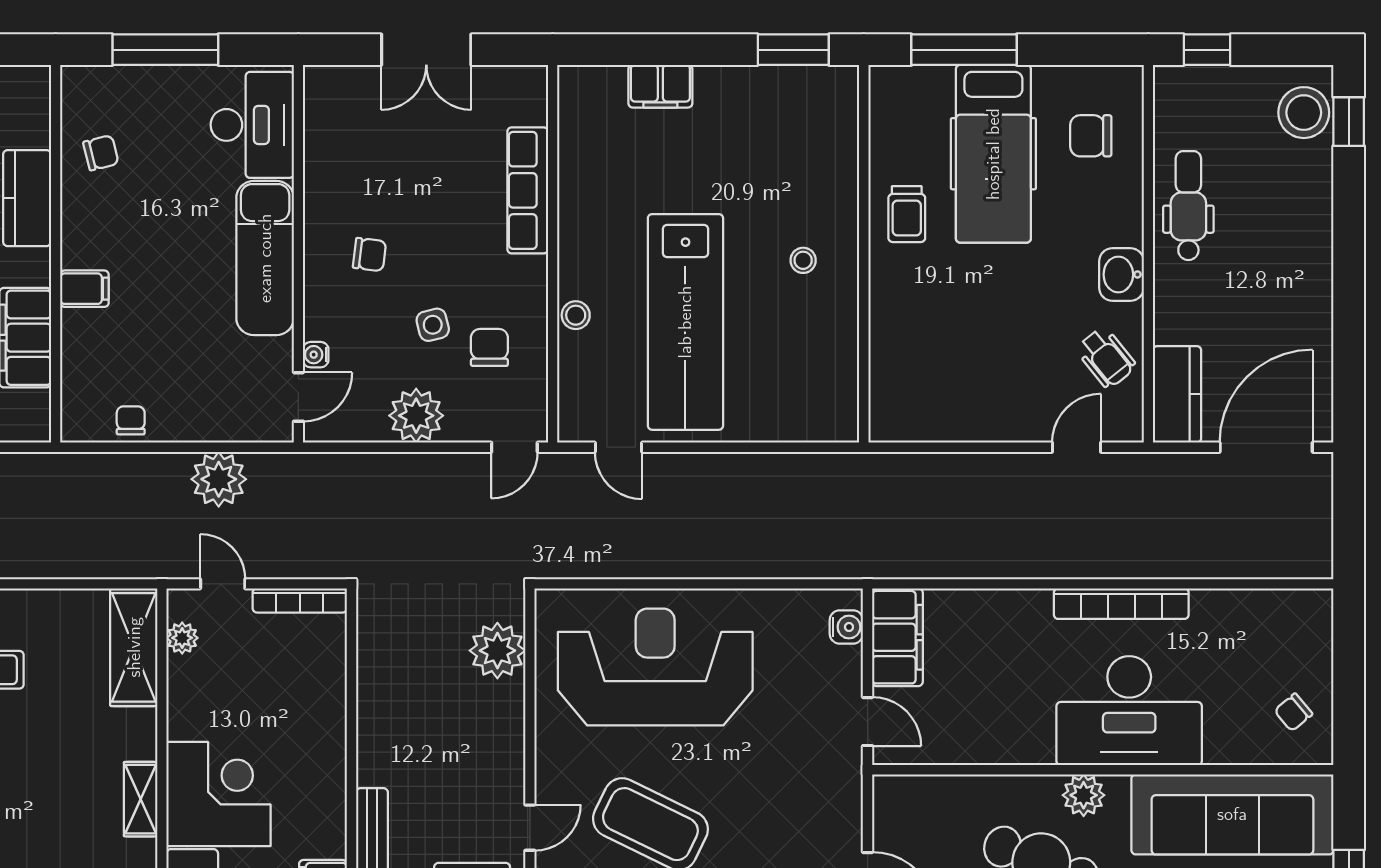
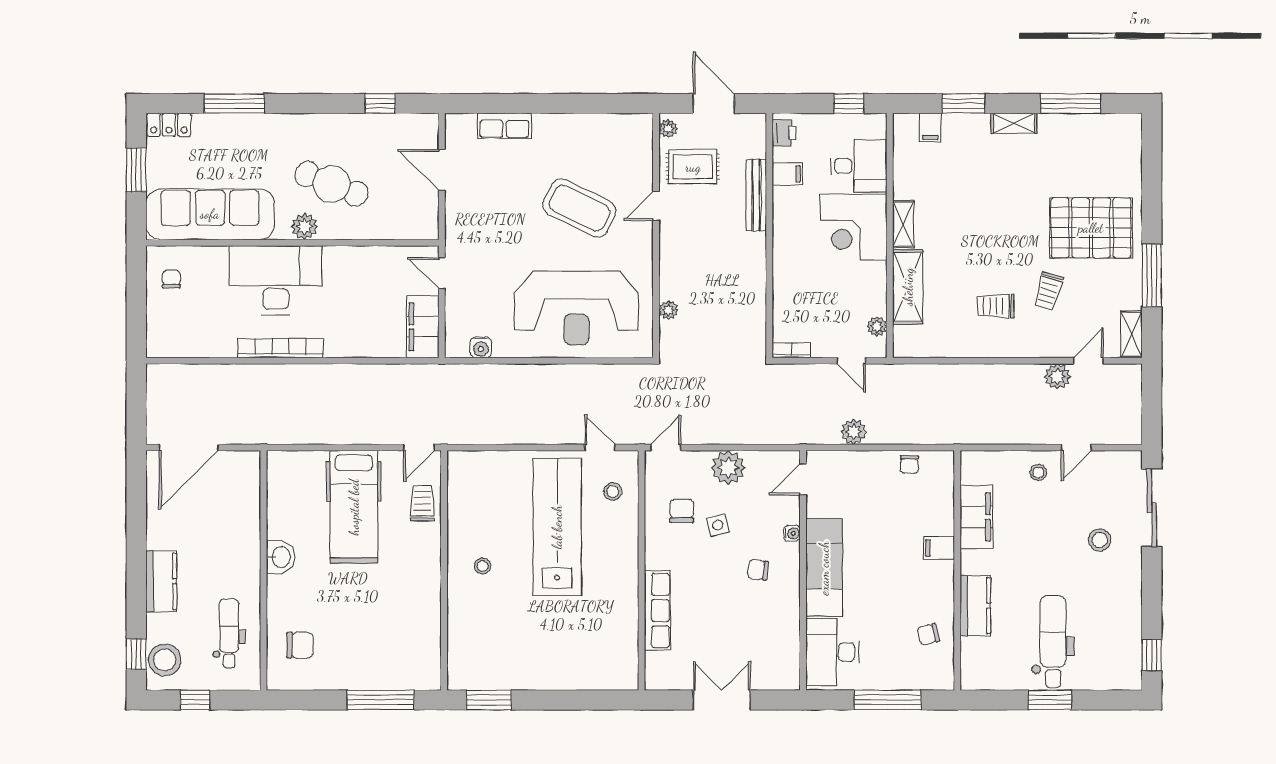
window: (1207, 50) -> (195, 700), moved
filing cabinet: (660, 86) -> (573, 677), removed
hospital bed: (993, 154) -> (354, 507), moved, turned 180
dental chair: (1188, 206) -> (229, 633), moved, turned 180
trolley: (907, 214) -> (422, 503), moved
stool: (576, 315) -> (613, 492), moved
chair: (489, 347) -> (682, 511), turned 180
water cooler: (316, 355) -> (792, 533), moved
wheelchair: (1106, 358) -> (290, 504), removed
kitchen counter: (1177, 394) -> (161, 581), moved, turned 180
door: (1077, 447) -> (419, 447), moved
plant: (219, 479) -> (854, 432), width x0.73, depth x0.73
bookcase: (300, 600) -> (791, 350), width x0.64
water cooler: (846, 627) -> (481, 347), moved, turned -90
shelving: (134, 647) -> (908, 287), moved
plant: (497, 651) -> (668, 310), width x0.53, depth x0.53
chair: (1293, 712) -> (171, 279), turned -50

